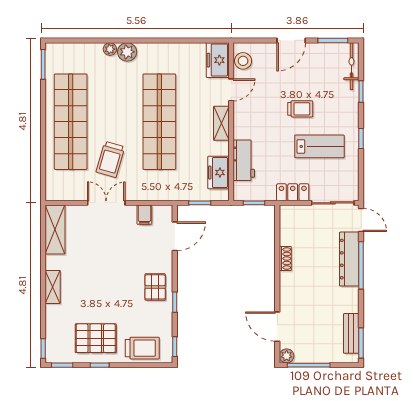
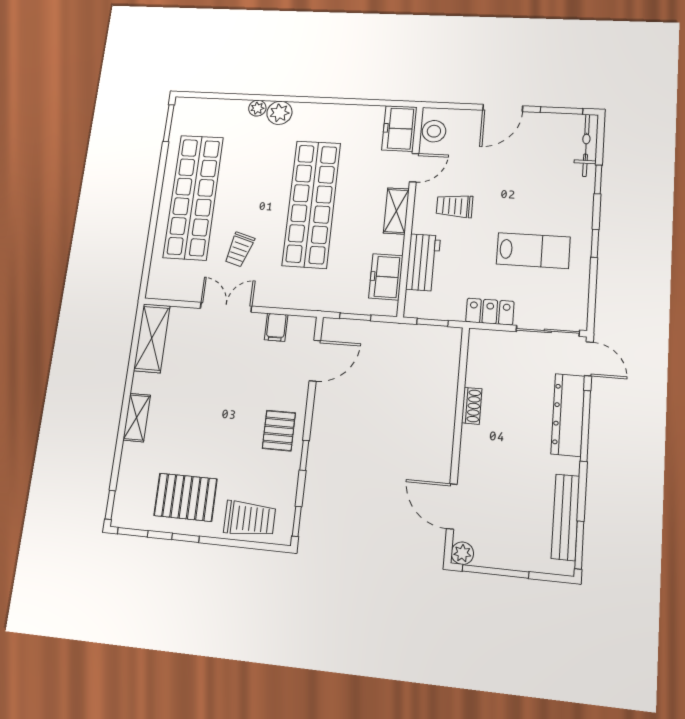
trolley: (300, 109) -> (455, 206), moved, turned 180
trolley: (110, 159) -> (239, 249), width x0.73, depth x0.72
bench: (351, 333) -> (566, 517), width x1.36

